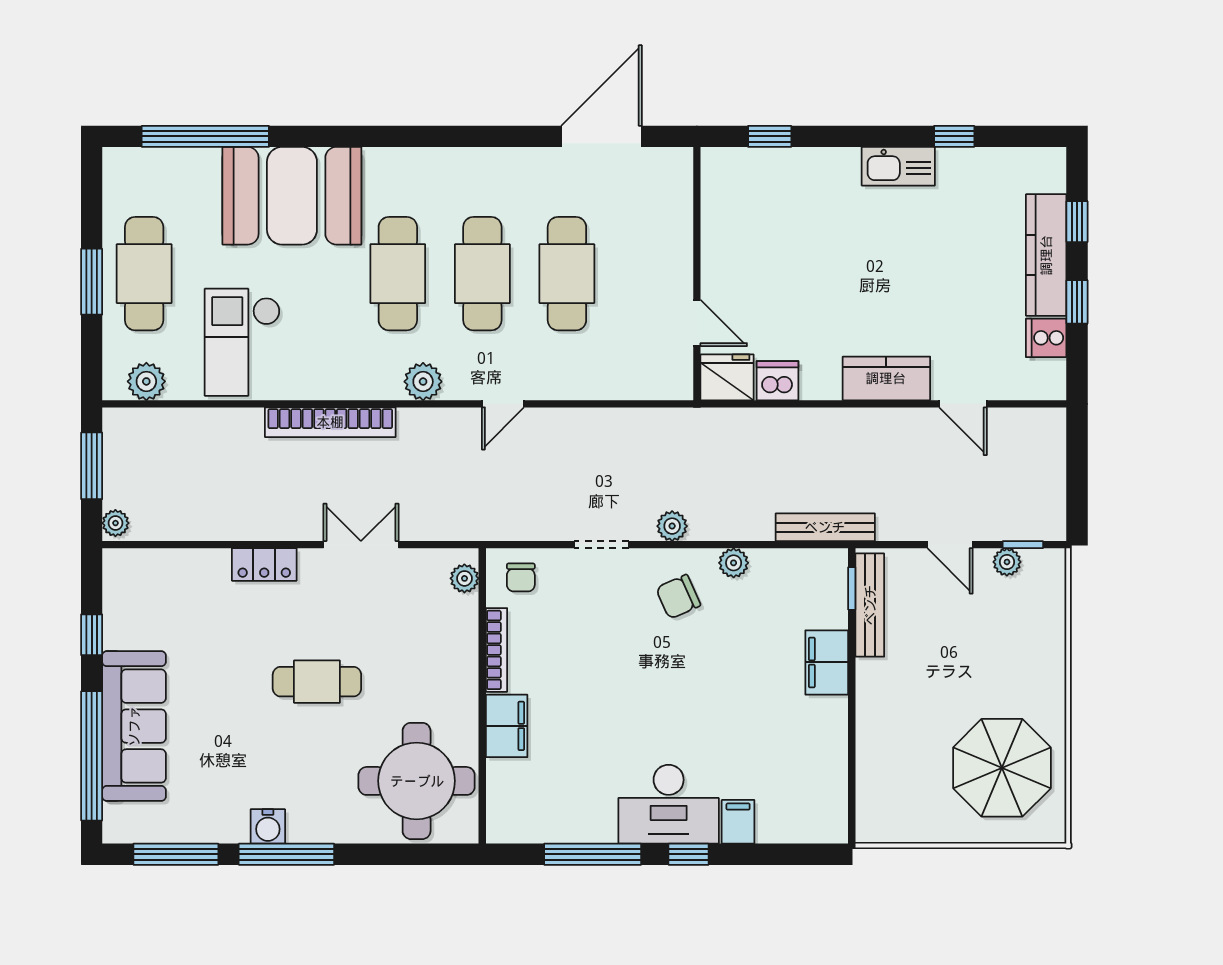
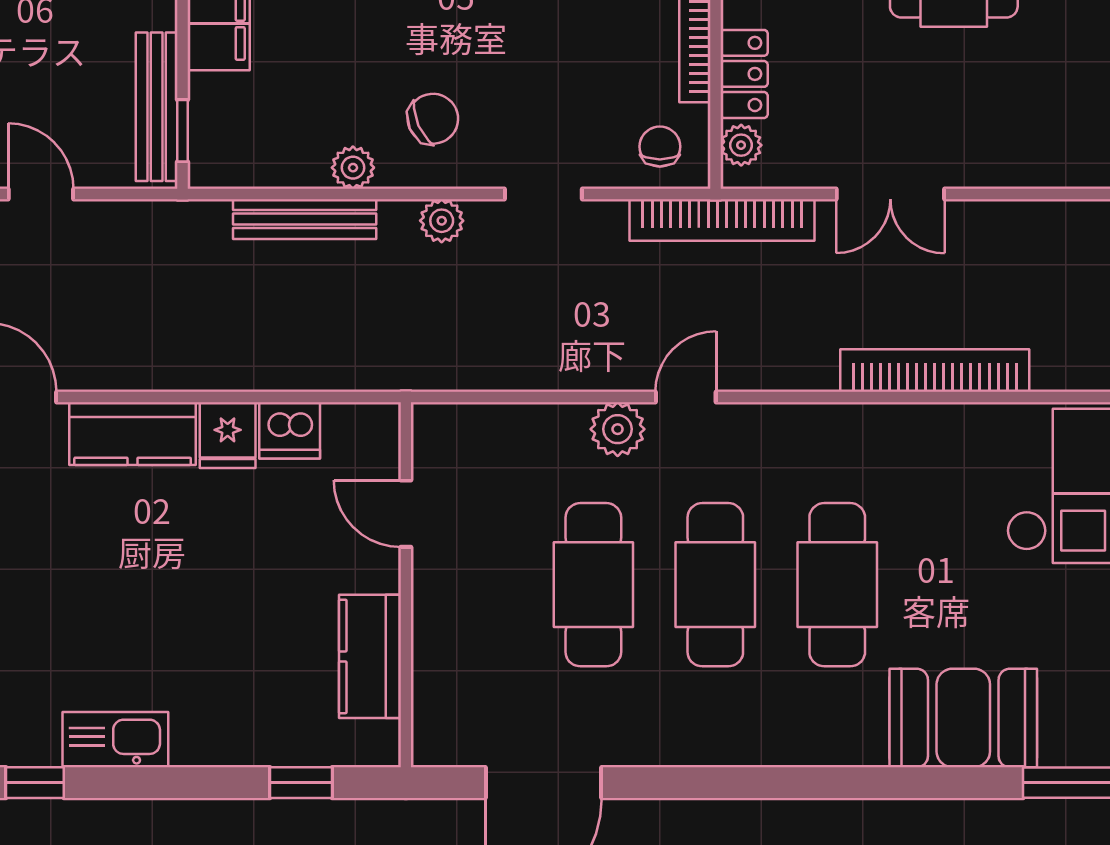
booth: (292, 196) -> (963, 718), width x0.73, depth x0.70
kitchen counter: (722, 224) -> (370, 656), added
fridge: (727, 377) -> (228, 435), moved, width x0.72
plant: (423, 382) -> (618, 429), moved
bookcase: (478, 527) -> (722, 220), added
bench: (825, 527) -> (305, 219), moved
locker: (264, 564) -> (744, 74), moved, turned 90

